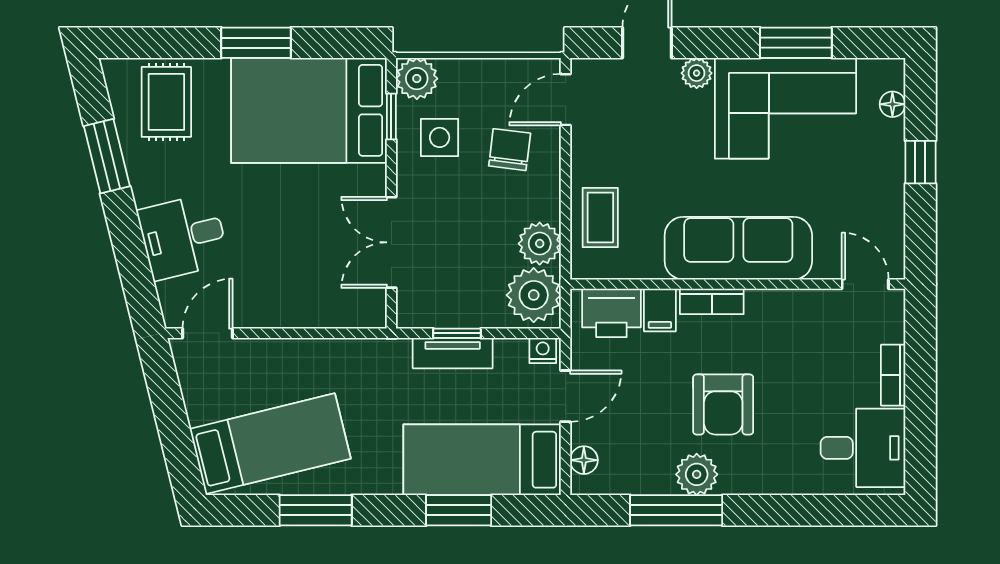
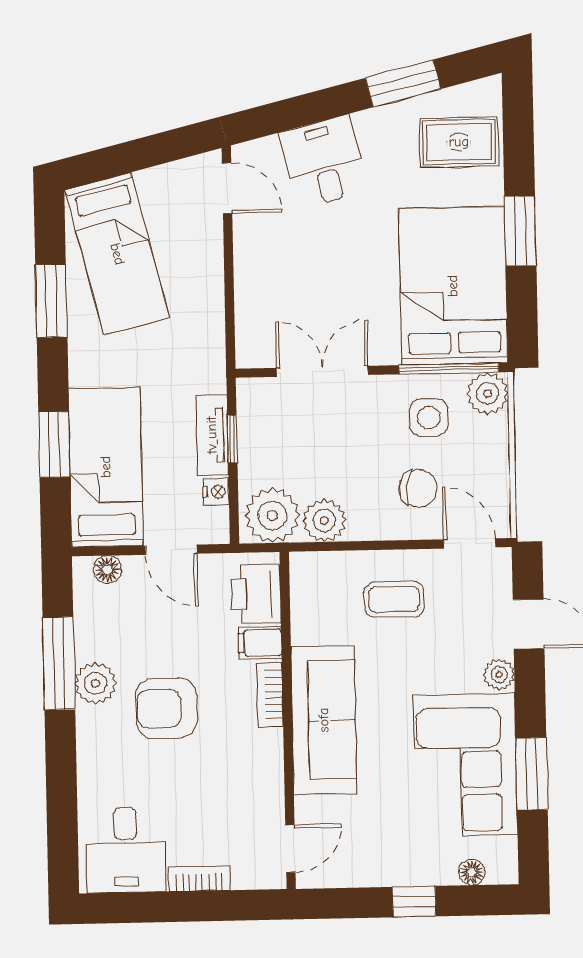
window: (391, 116) -> (449, 369), width x2.17
coffee table: (600, 217) -> (394, 599), moved
nightstand: (543, 350) -> (216, 492), moved

